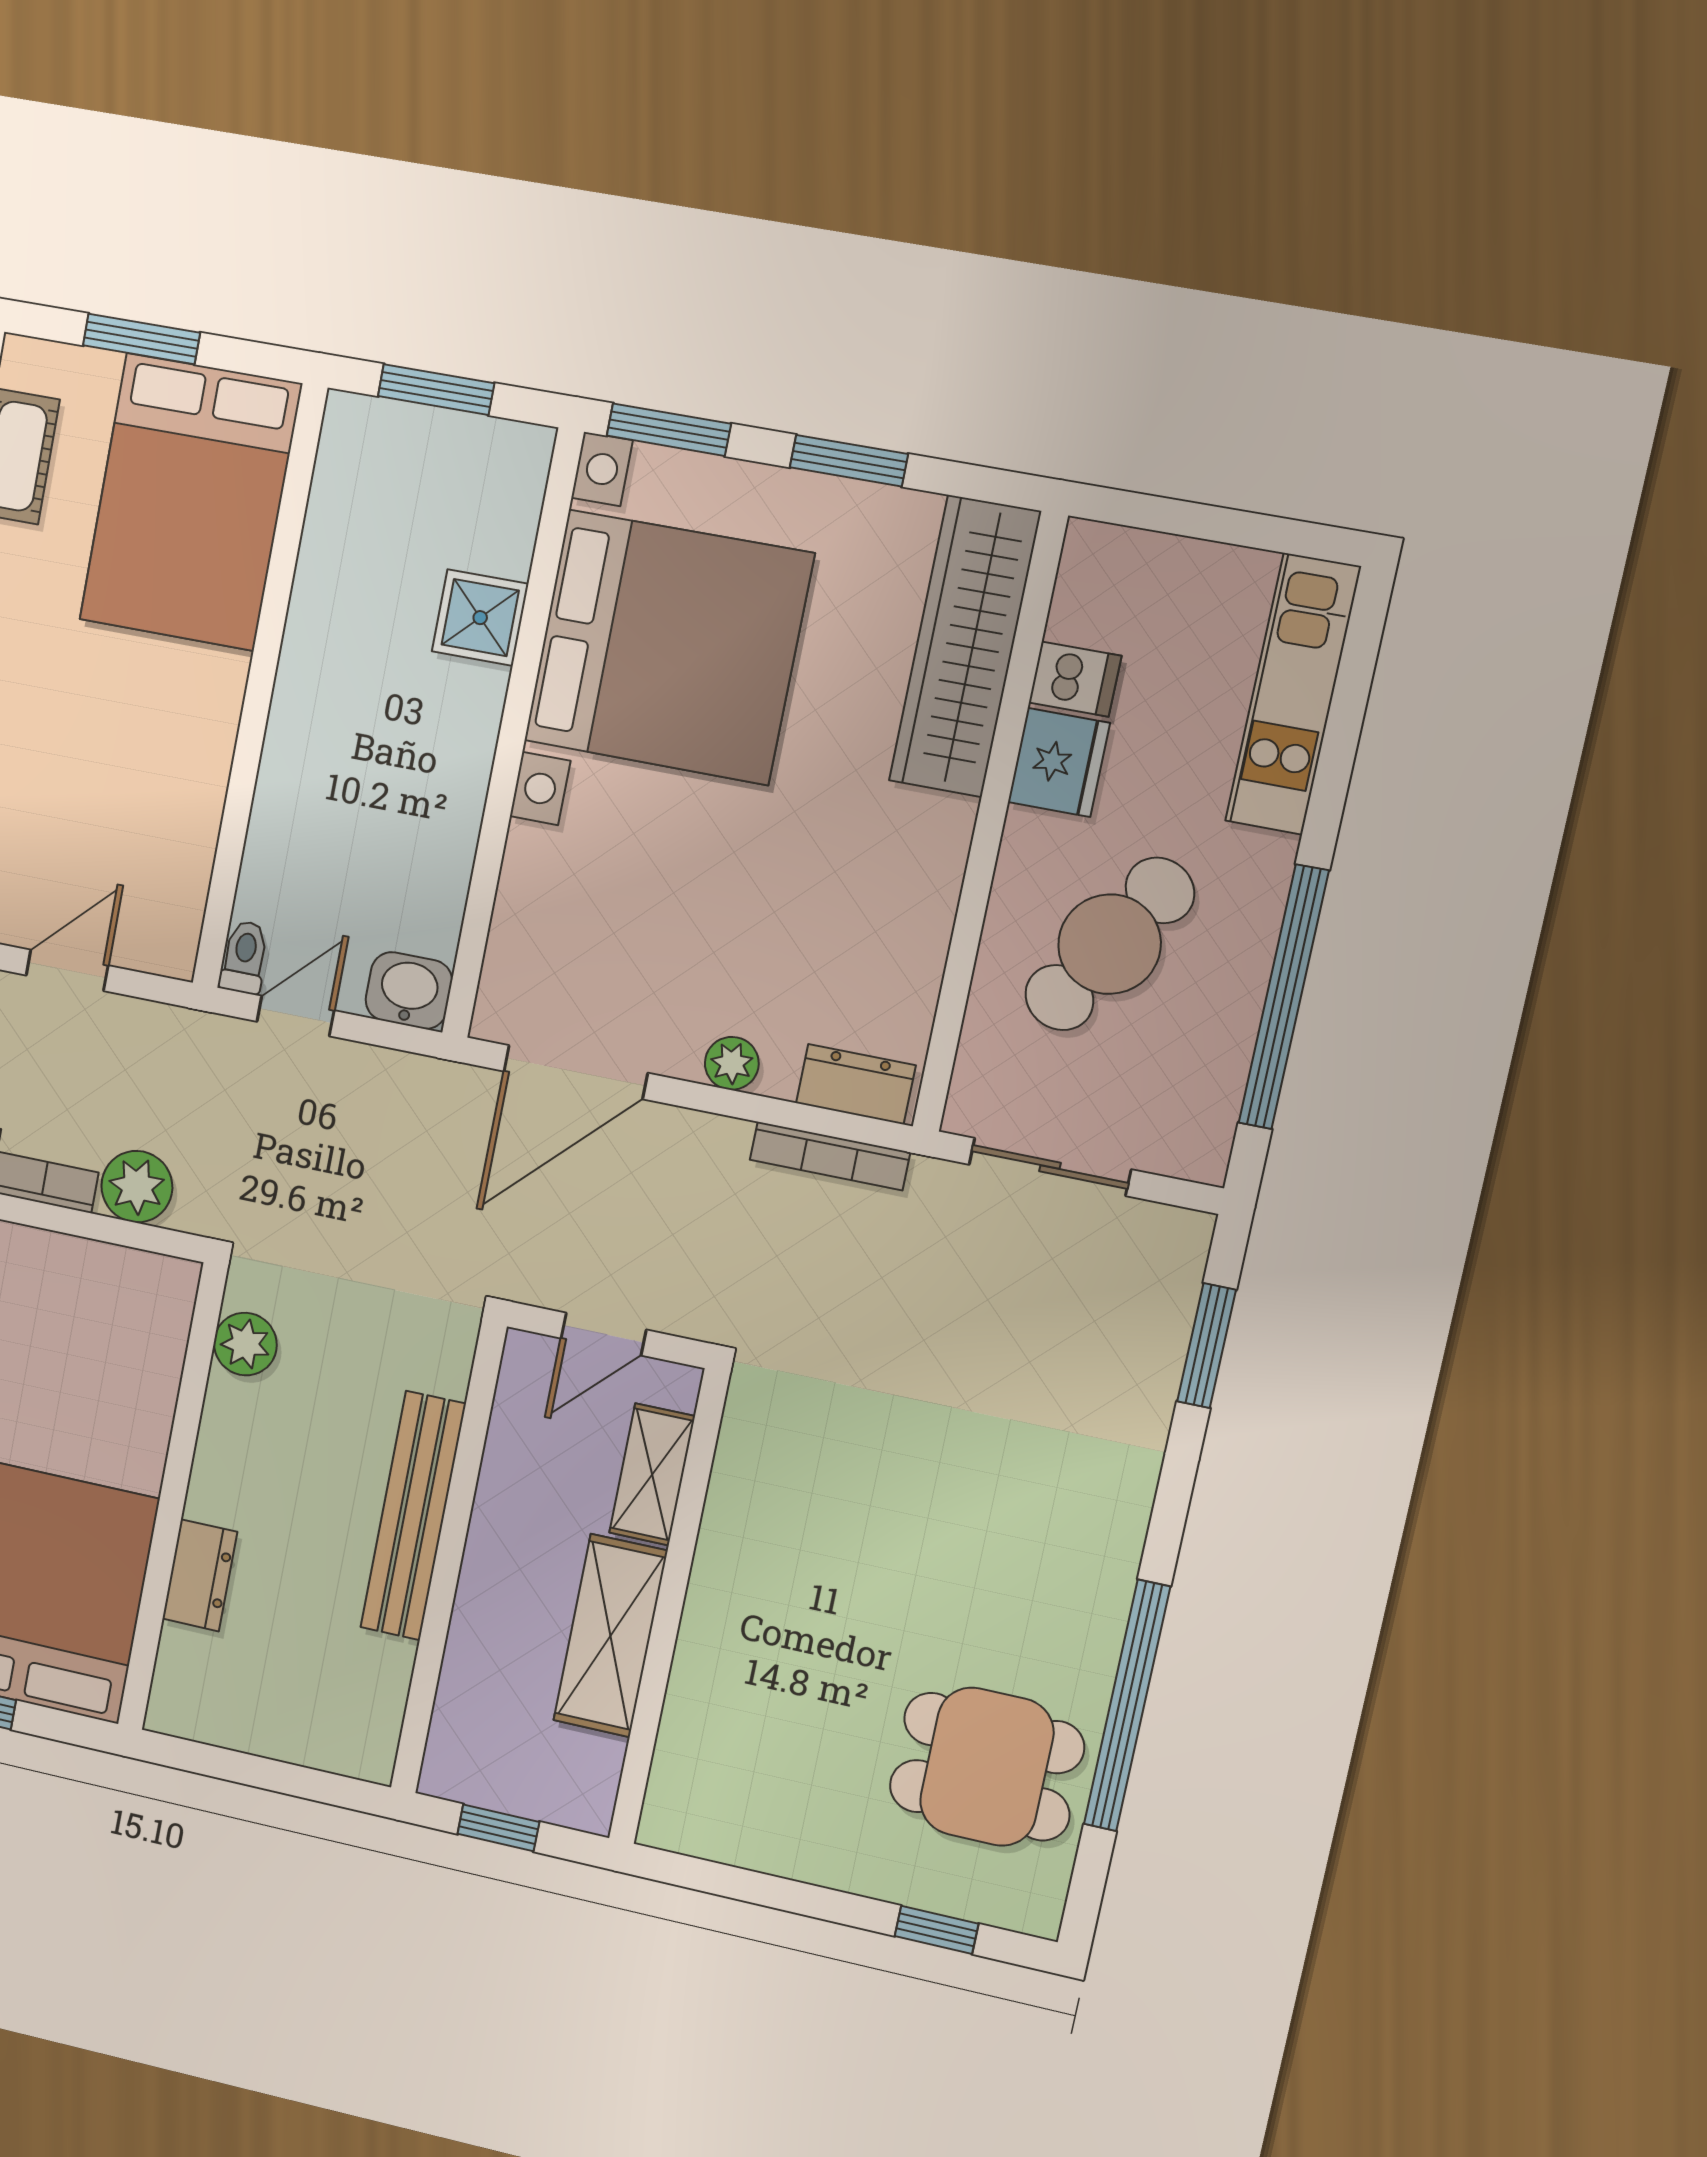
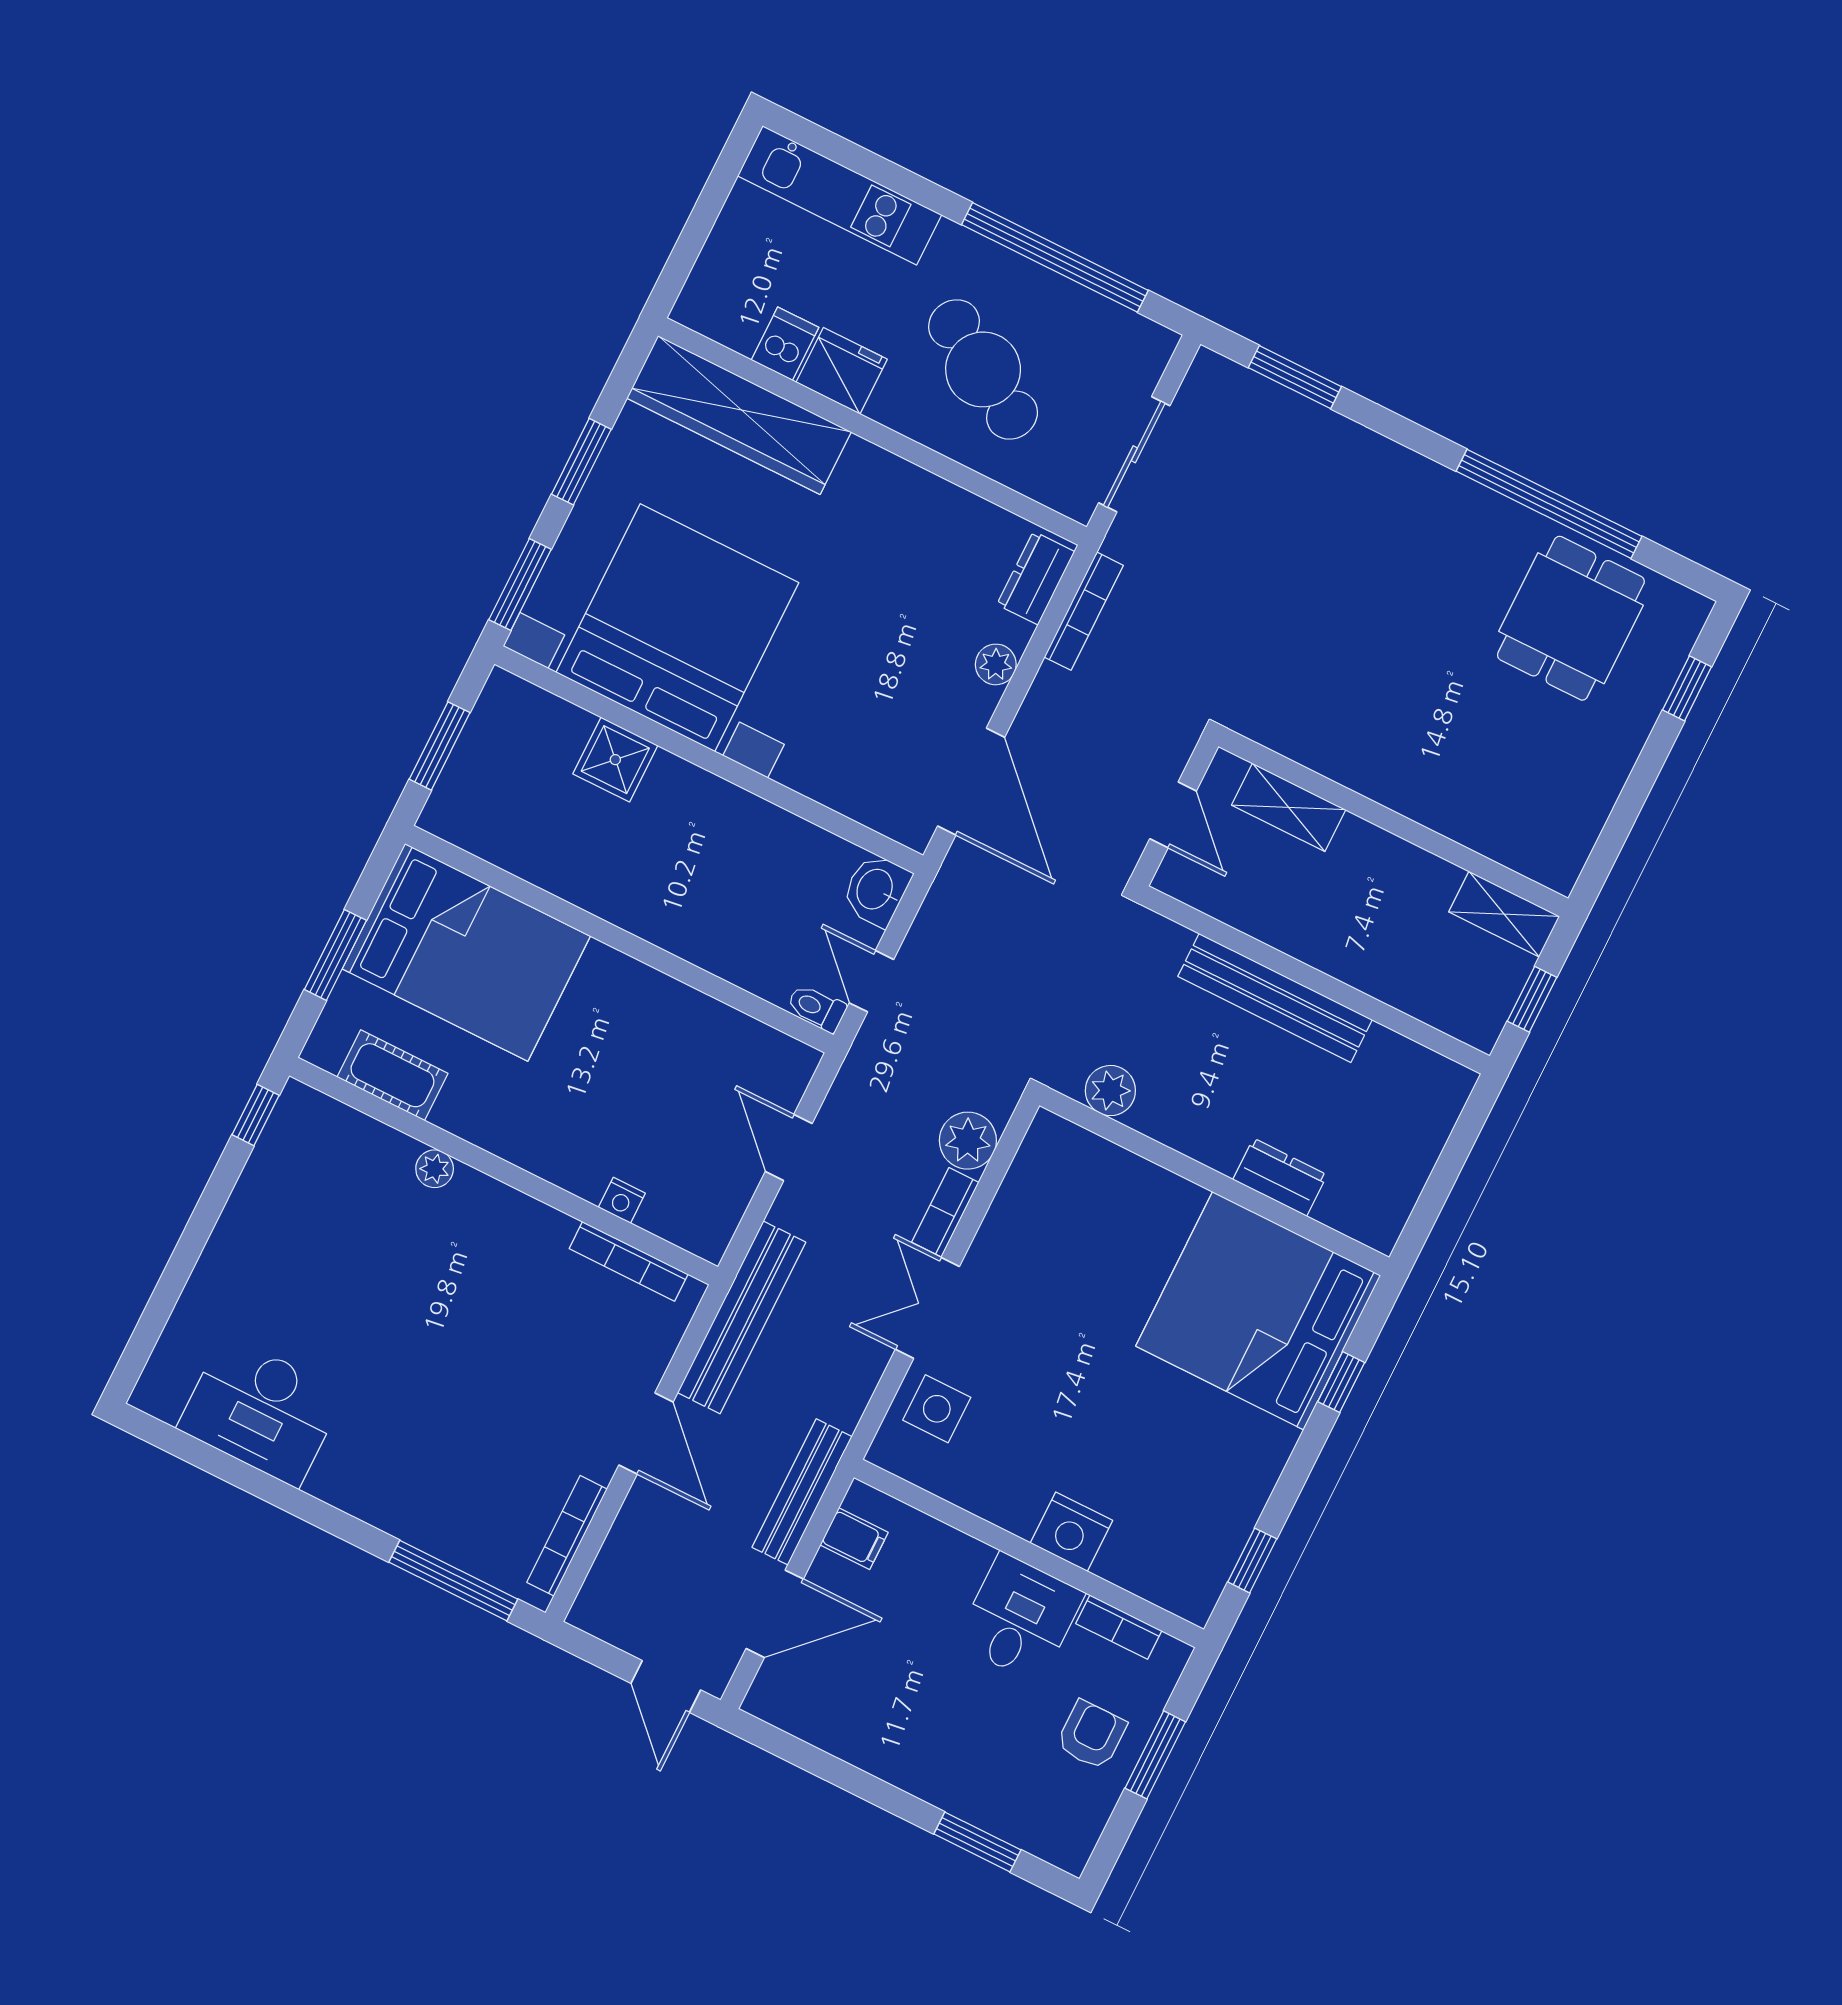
shelving: (610, 1636) -> (1504, 914), moved, width x0.67, depth x0.75

